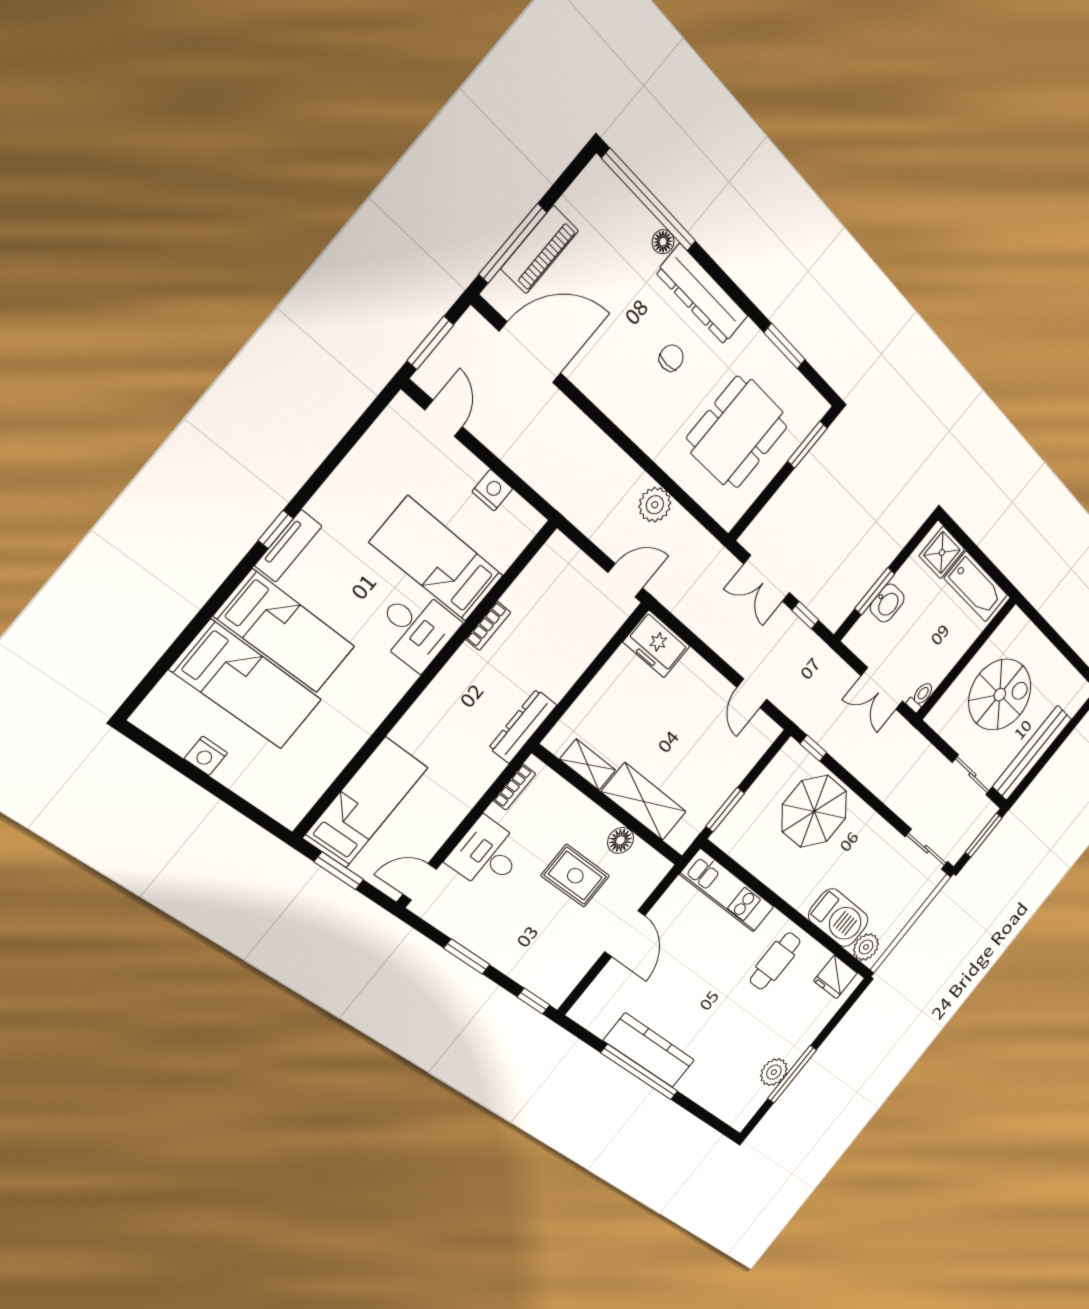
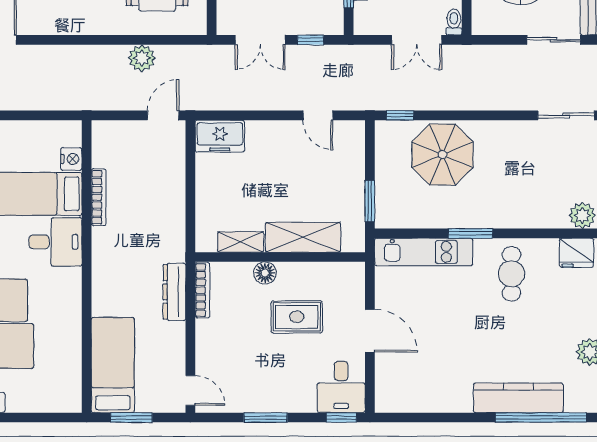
nightstand: (492, 490) -> (71, 159), moved, turned 90
bookcase: (488, 626) -> (99, 197), width x1.56
dresser: (523, 726) -> (174, 292), moved
bookcase: (514, 787) -> (202, 290), width x1.56
floor lamp: (621, 840) -> (265, 273), moved
desk: (487, 855) -> (341, 387), moved, turned -90
door: (420, 882) -> (190, 391), swing flipped
window: (775, 901) -> (470, 233), added
barbecue: (838, 918) -> (536, 211), removed
kitchen counter: (649, 1050) -> (518, 398), moved
window: (640, 1072) -> (541, 418), moved

